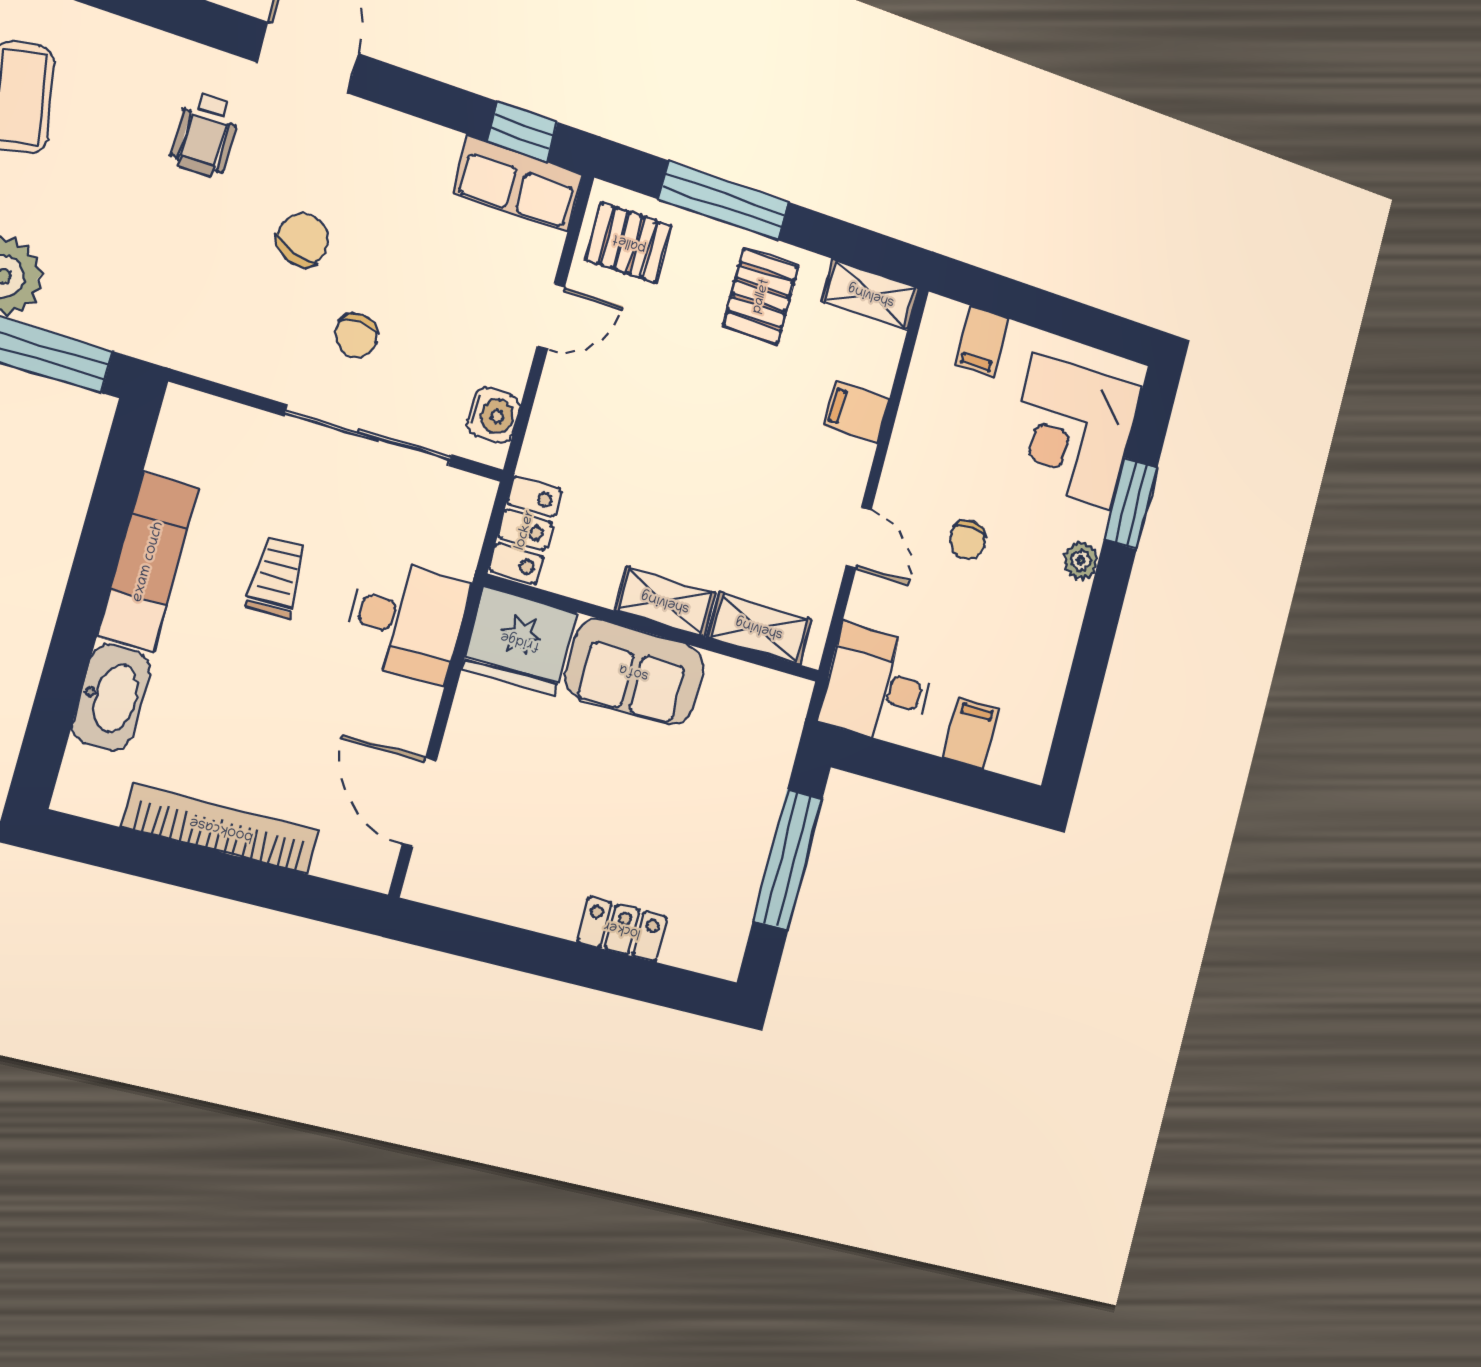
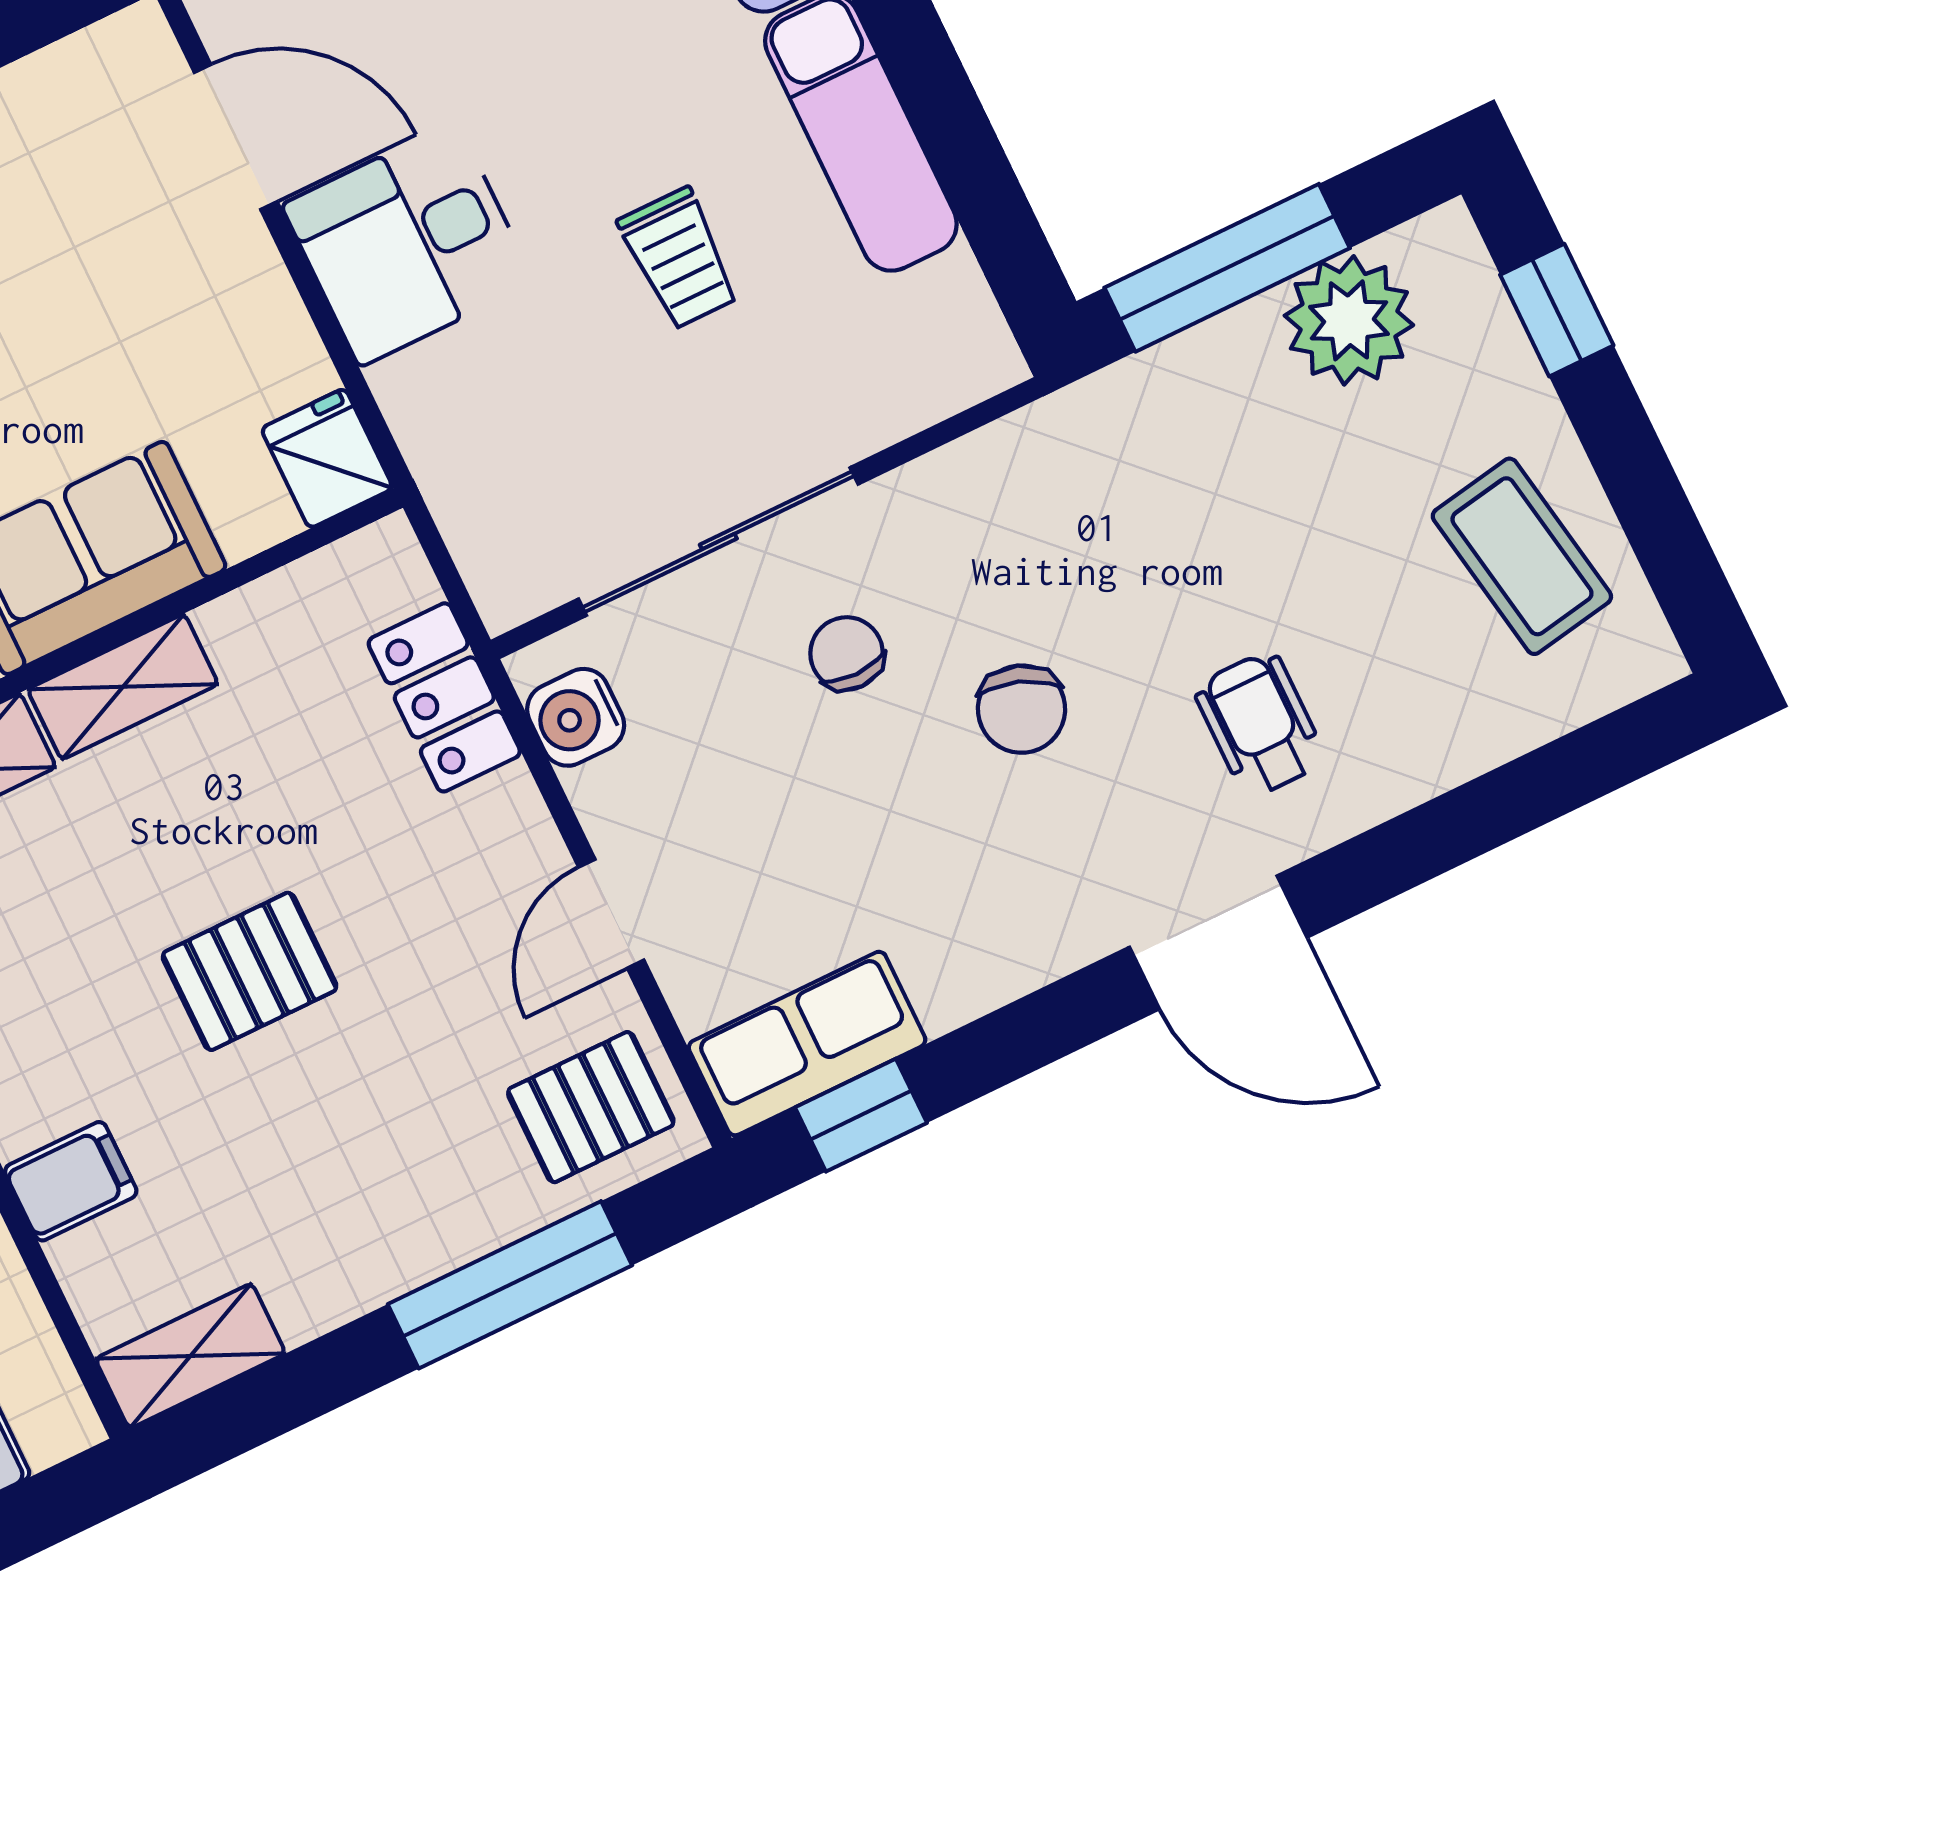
pallet: (761, 296) -> (250, 971), moved, turned 90
locker: (525, 530) -> (444, 697), moved
desk: (406, 621) -> (408, 244), moved
fridge: (520, 641) -> (327, 458), width x0.53, depth x0.75

